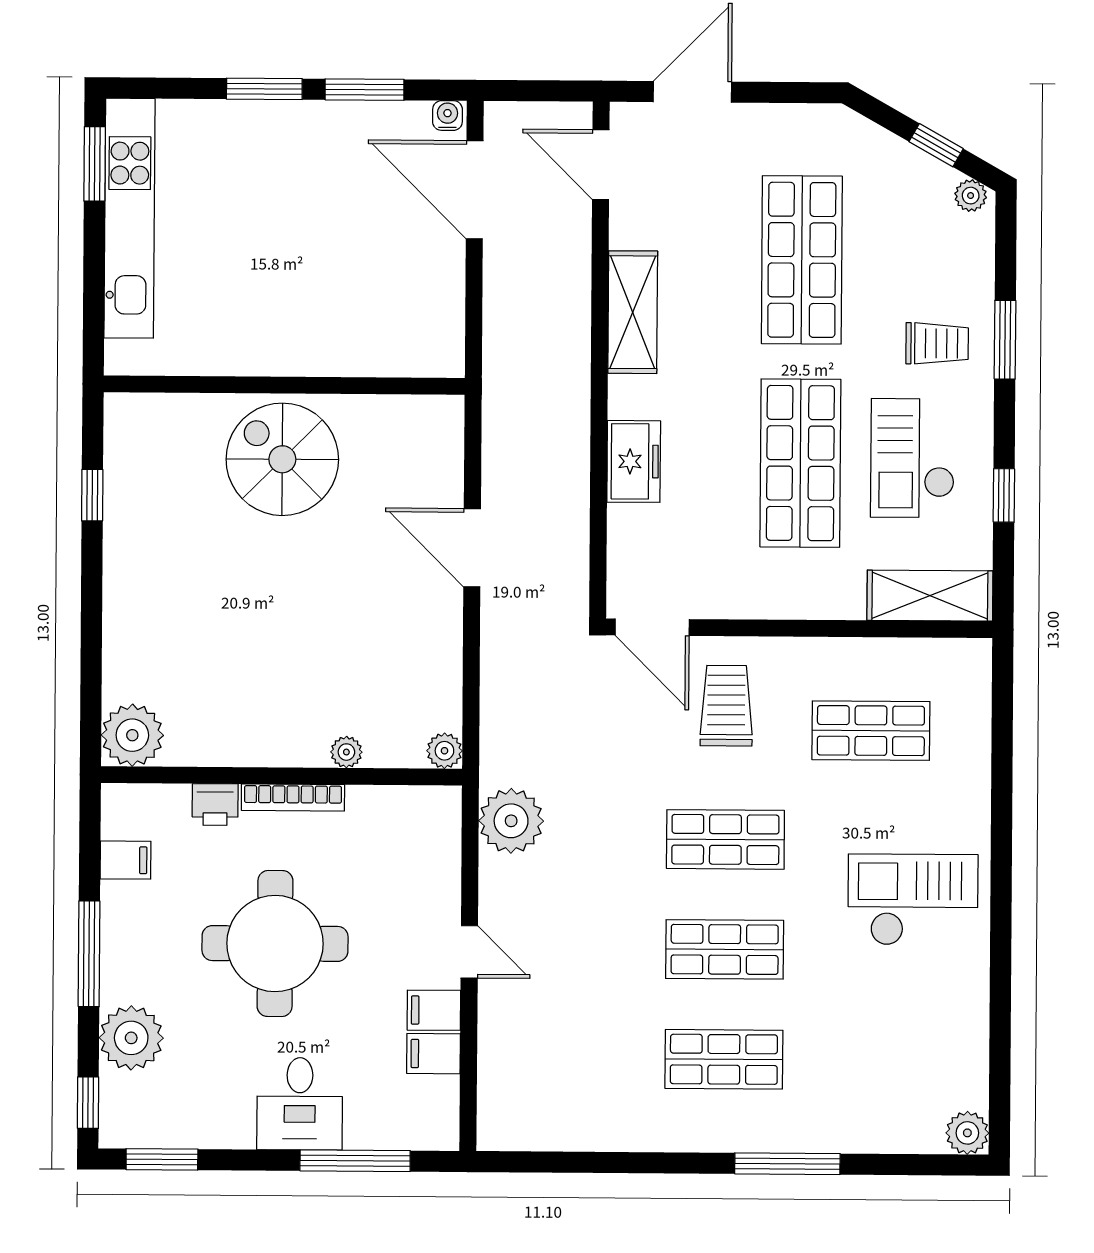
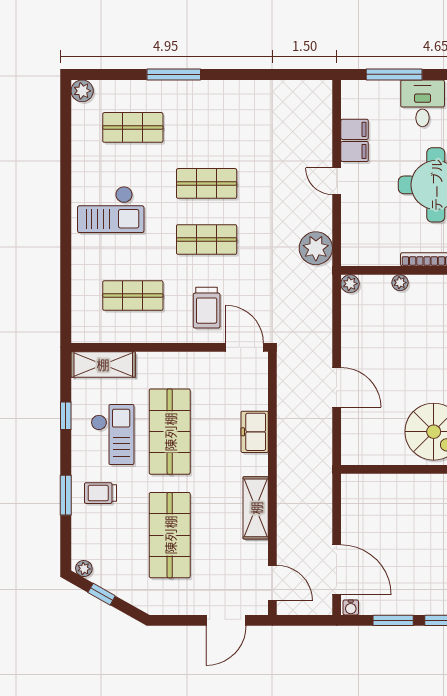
shop shelf: (724, 1059) -> (133, 127), moved

